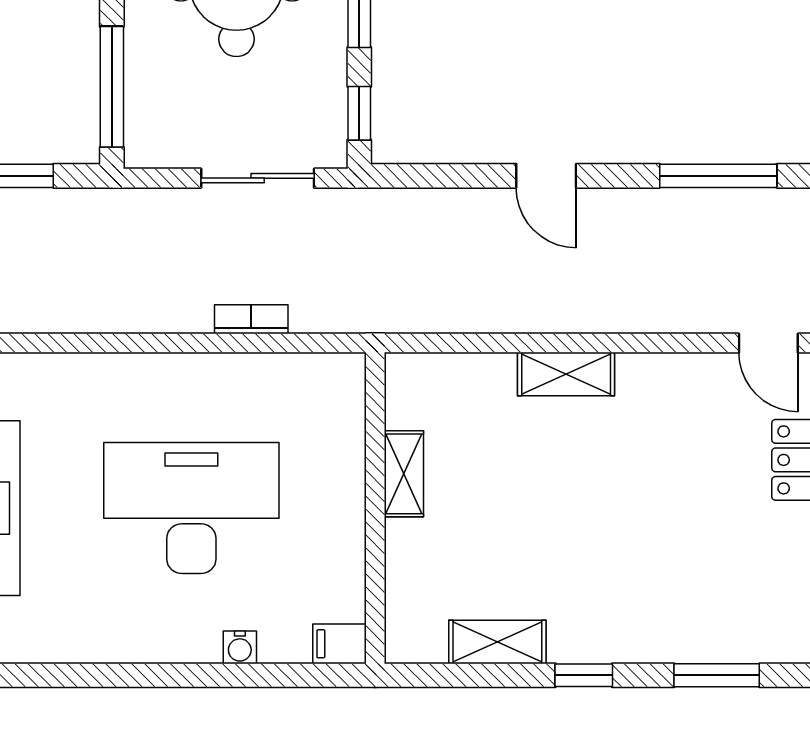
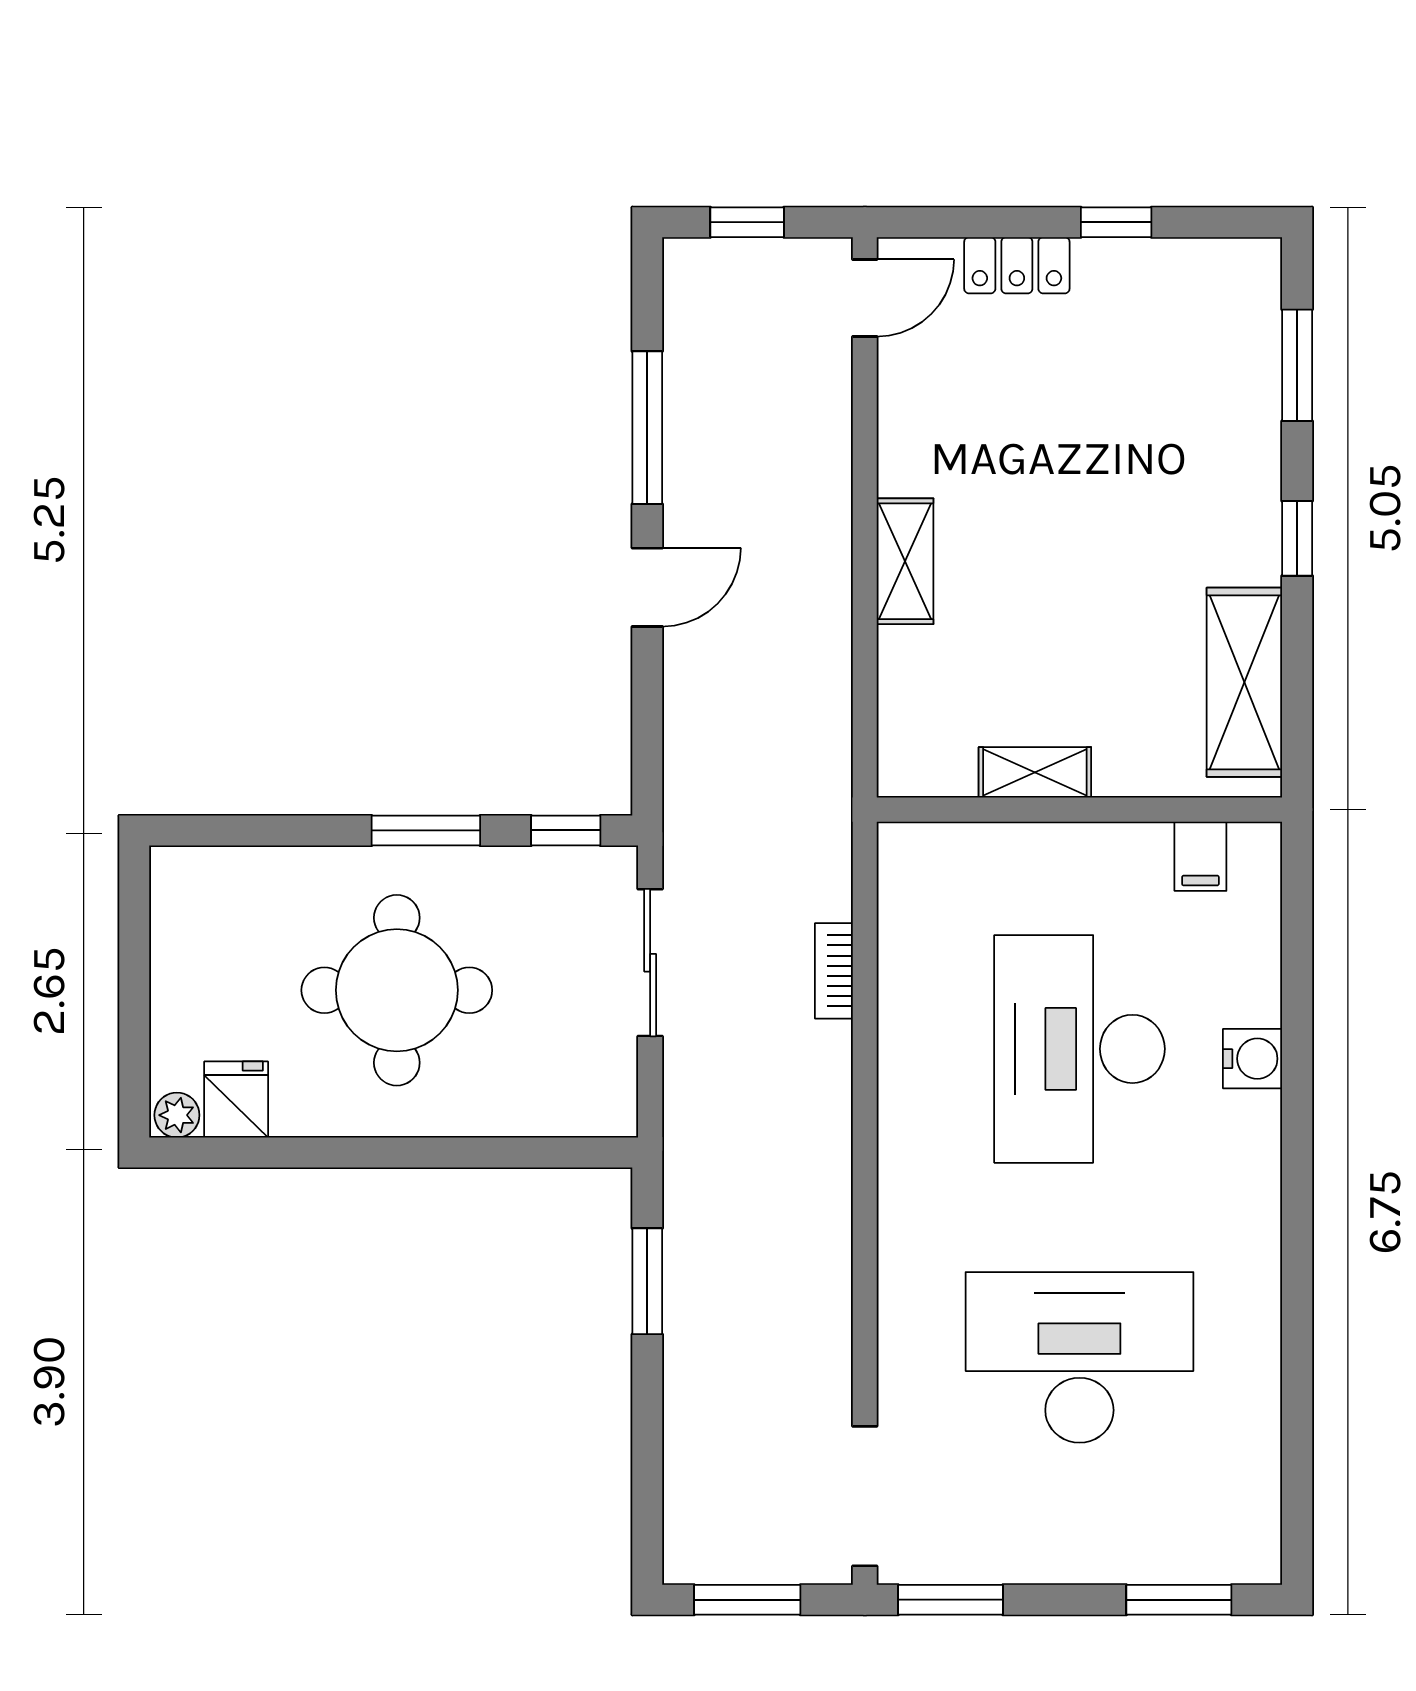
window: (112, 87) -> (531, 1152), removed
window: (718, 176) -> (647, 428), moved
shelving: (497, 642) -> (1244, 682), width x1.50, depth x1.33
filing cabinet: (339, 644) -> (1200, 856), moved
water cooler: (240, 647) -> (1253, 1059), moved, width x1.38, depth x1.38

